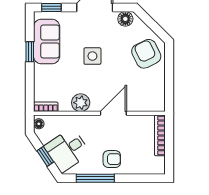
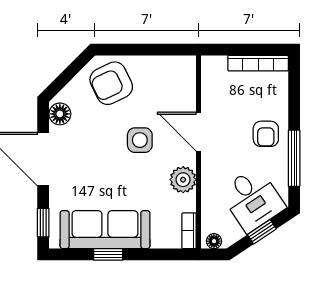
sofa: (47, 42) -> (105, 230), width x1.36
side table: (92, 56) -> (140, 140), moved
bookcase: (160, 135) -> (258, 63), moved
armchair: (112, 159) -> (266, 134), turned 180

